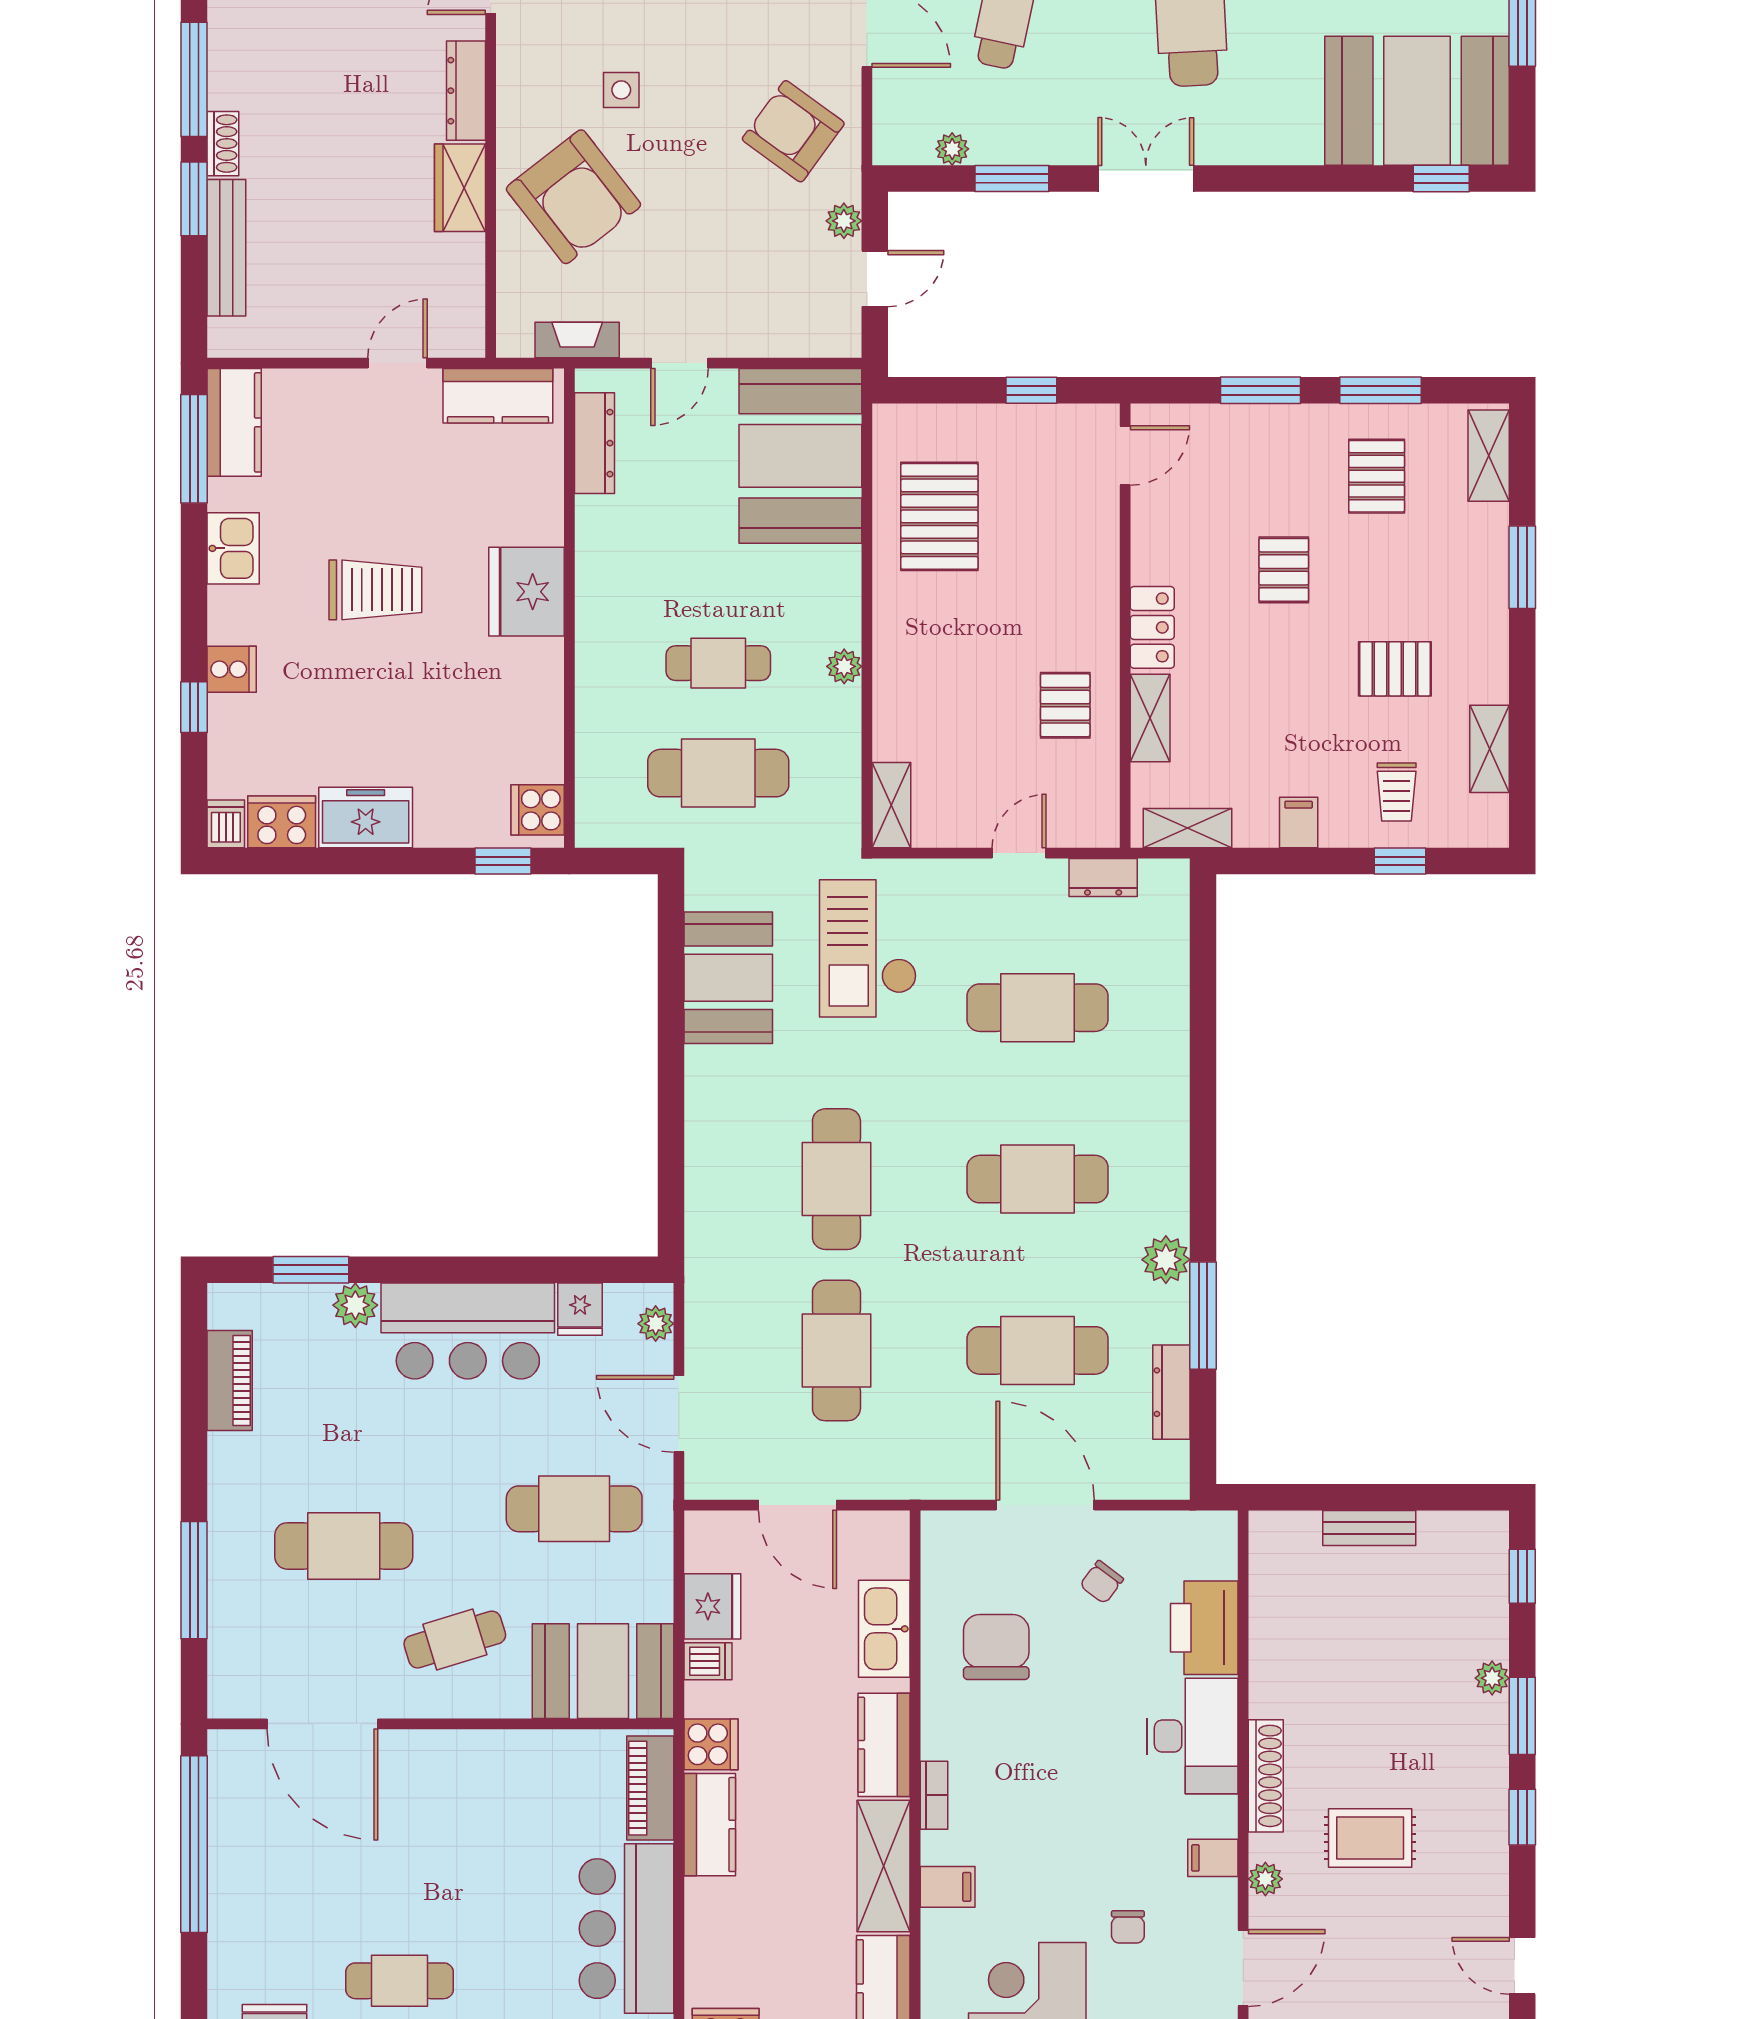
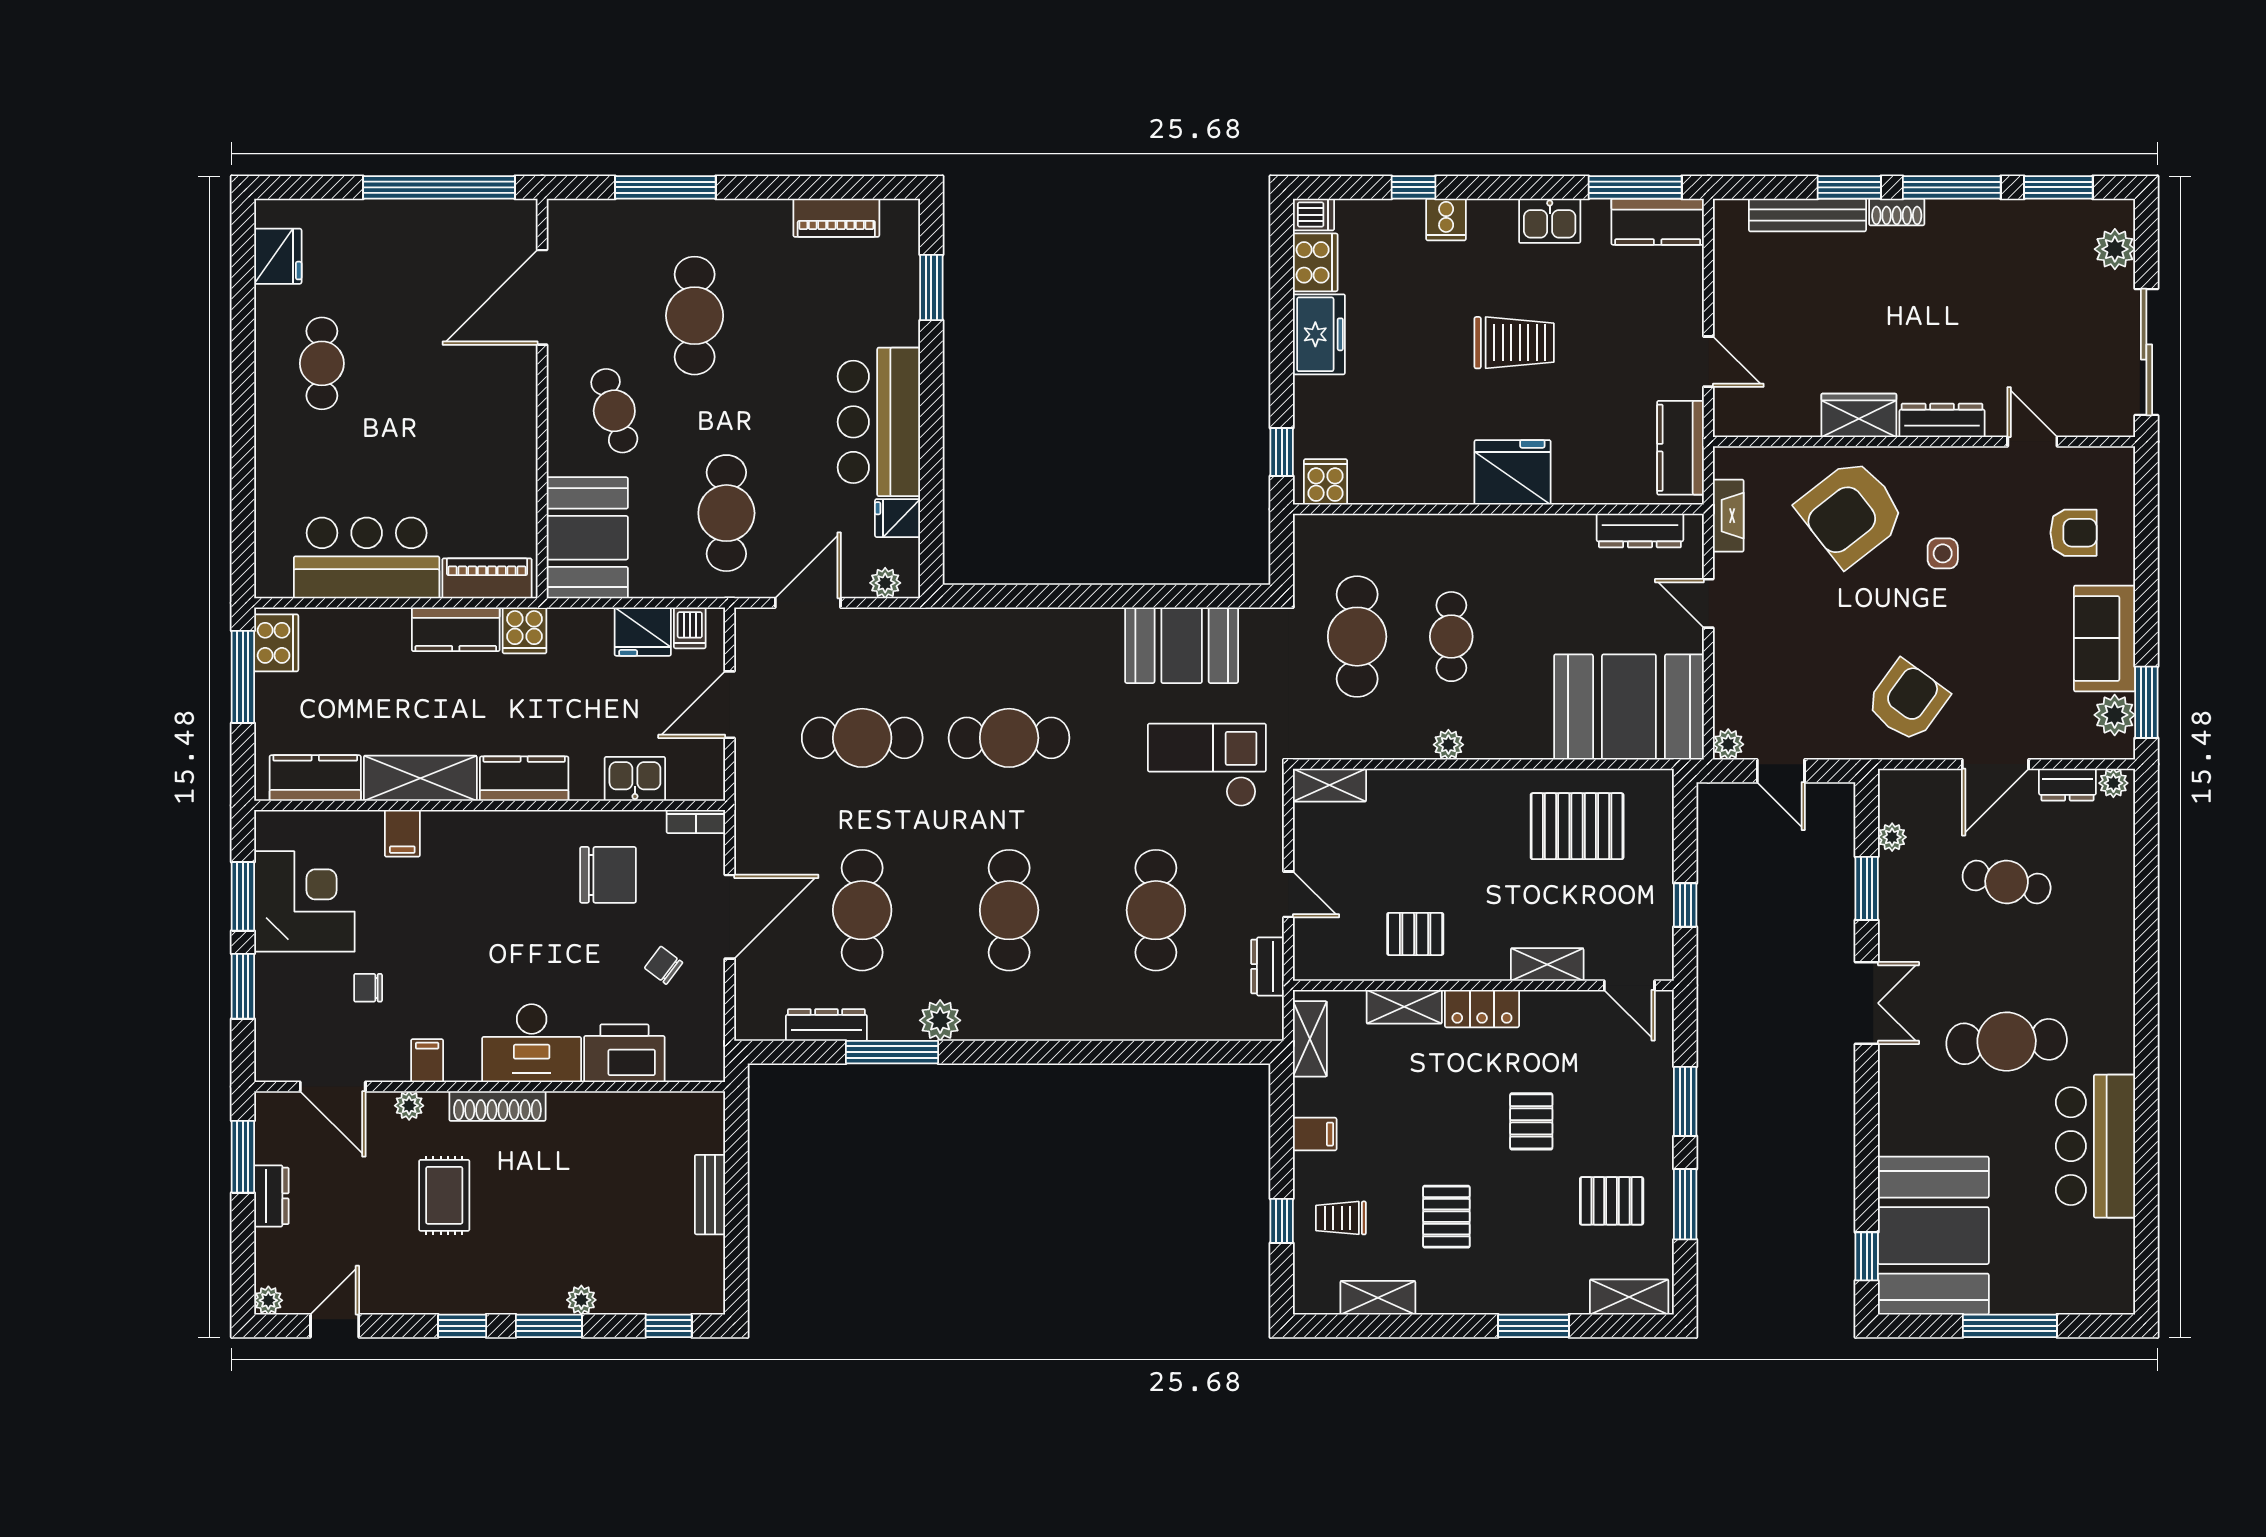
plant: (844, 221) -> (1728, 744), moved
shelving: (1101, 551) -> (1547, 964), added
pallet: (1284, 570) -> (1531, 1121), turned 90
trolley: (375, 590) -> (1514, 343), turned -90
plant: (355, 1305) -> (901, 325), removed
kitchen sink: (884, 1629) -> (635, 779), width x0.73
dishwasher: (708, 1661) -> (690, 628), moved
bookcase: (934, 1795) -> (696, 822), moved

